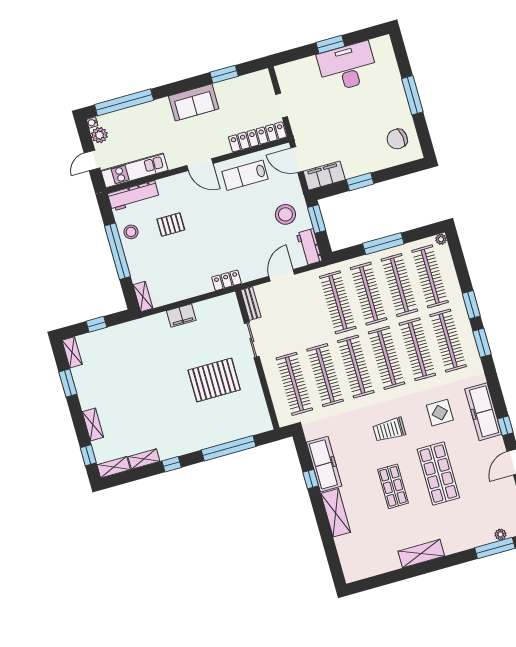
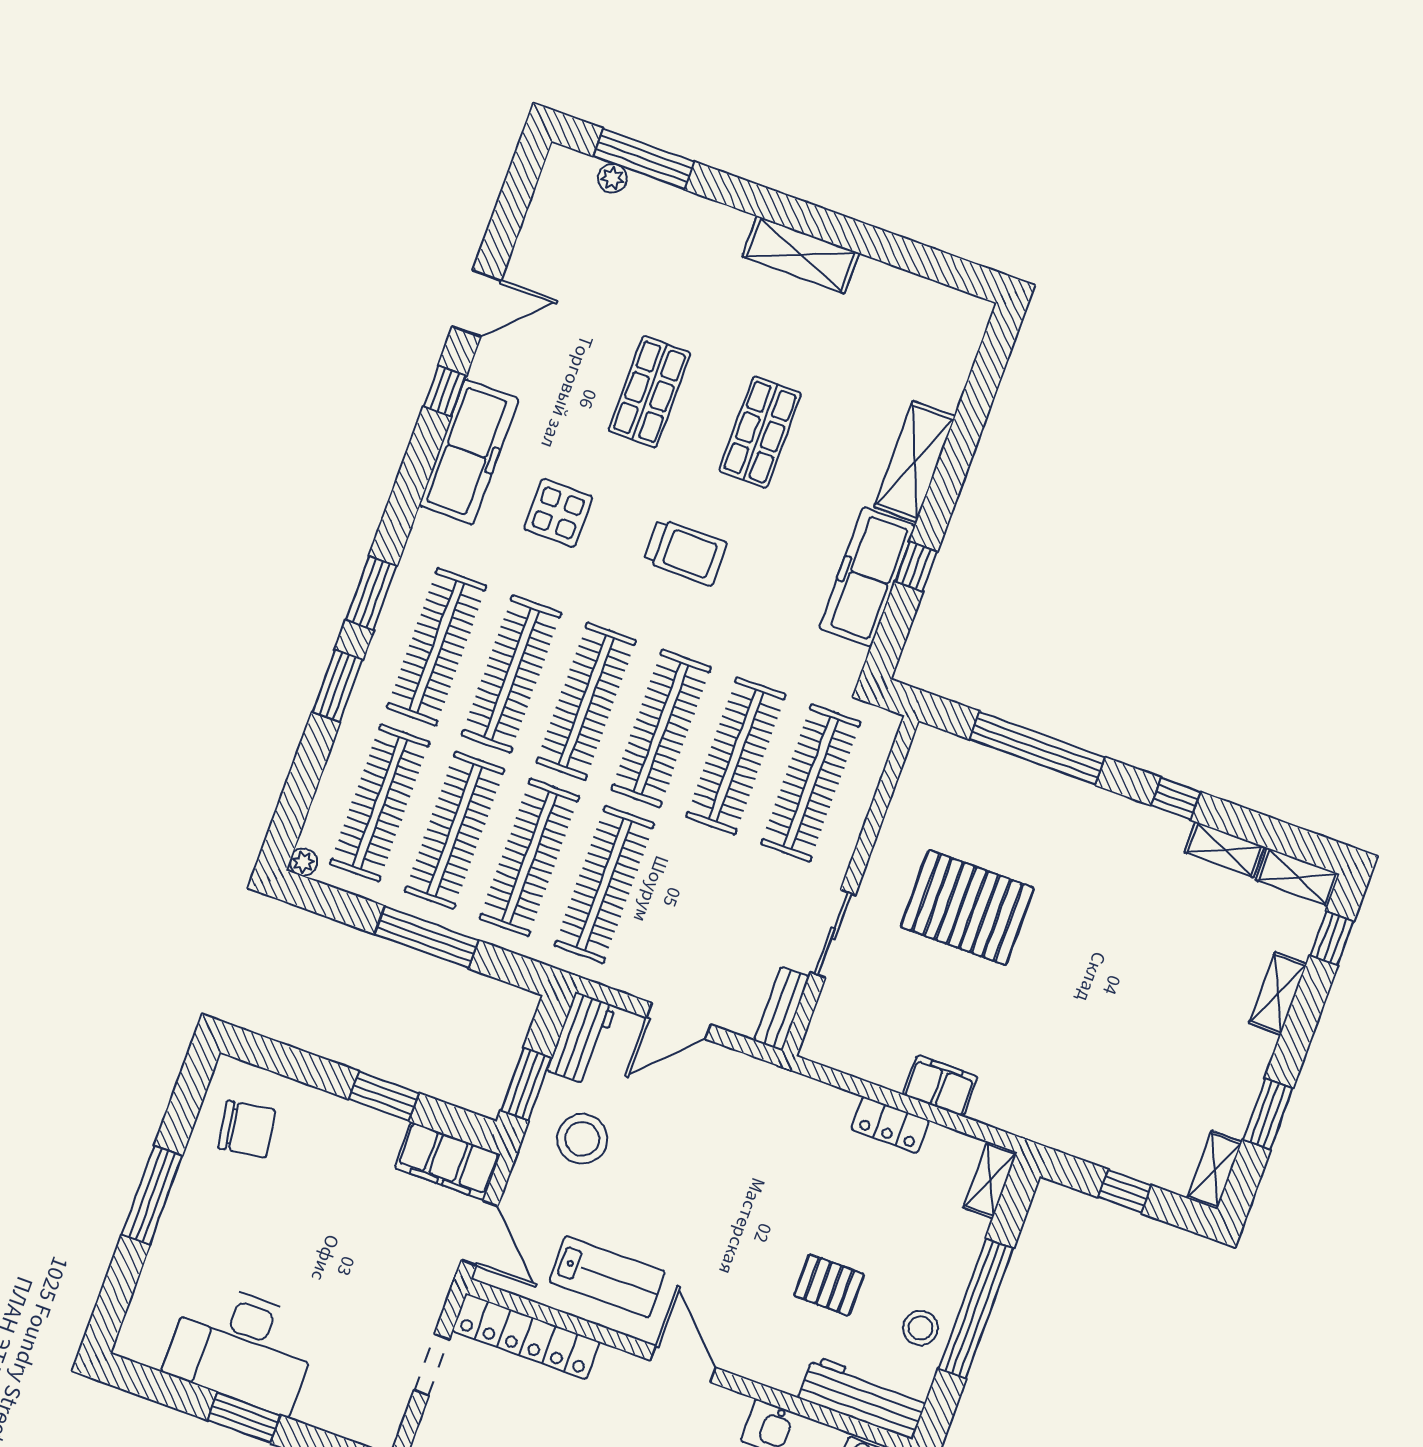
locker: (226, 280) -> (890, 1125), moved
shop shelf: (438, 474) -> (650, 392), width x0.70, depth x0.74

